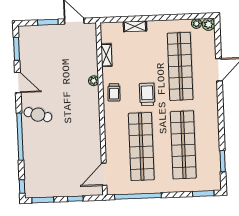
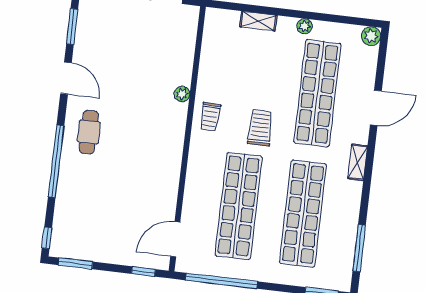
plant: (196, 24) -> (305, 26), moved
shelving: (106, 55) -> (358, 162), moved
cafe table: (38, 115) -> (89, 132), turned 73
window: (223, 161) -> (359, 248), width x1.44
window: (75, 199) -> (143, 271), moved

